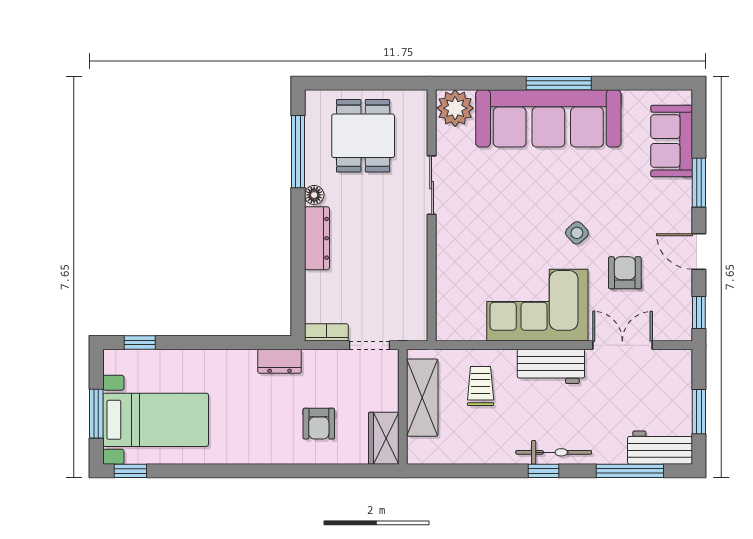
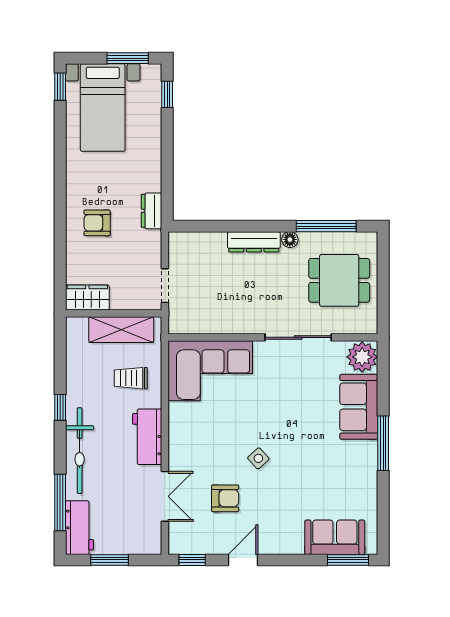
sofa: (548, 118) -> (359, 407), width x0.54, depth x0.79
window: (699, 183) -> (348, 560), moved
sliding door: (432, 185) -> (298, 337), width x1.37
corner sofa: (537, 305) -> (210, 371), moved, turned 90
bookcase: (326, 332) -> (175, 250), removed
trolley: (481, 386) -> (131, 378), turned 180
window: (96, 414) -> (128, 58), moved
armchair: (319, 424) -> (97, 223), moved
bicycle: (554, 452) -> (80, 451), width x1.37, depth x1.40
window: (544, 471) -> (60, 407), moved

